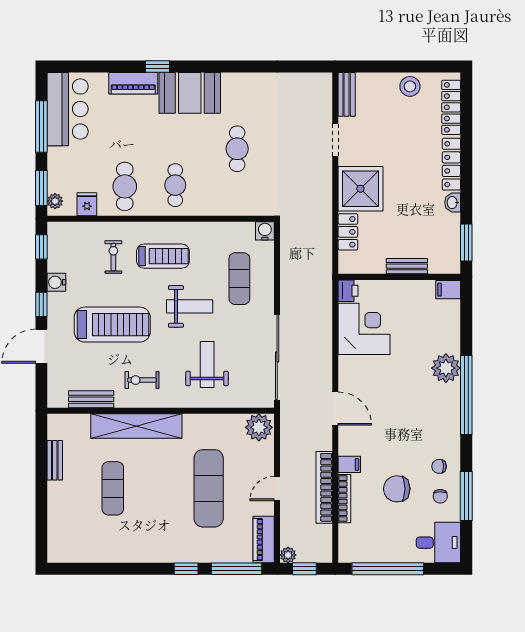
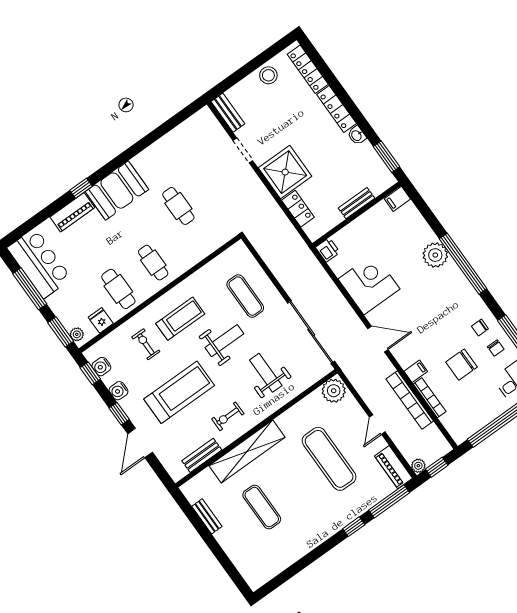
water cooler: (265, 231) -> (101, 367), moved, turned -90
corner desk: (364, 329) -> (369, 284), moved

